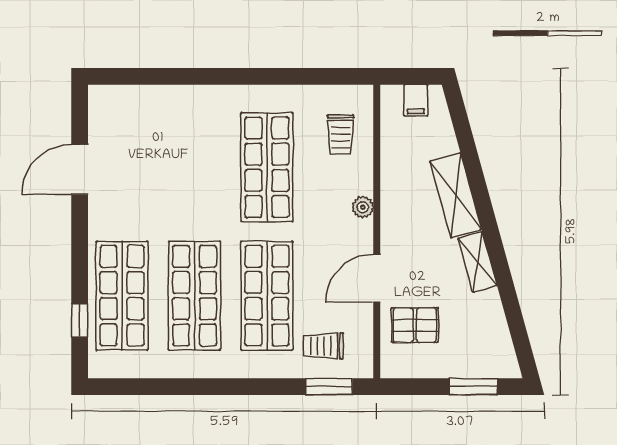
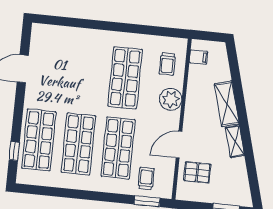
filing cabinet: (416, 100) -> (198, 57), moved, turned -90
plant: (363, 207) -> (171, 99), width x1.88, depth x1.88
trolley: (323, 346) -> (146, 179), turned 90

